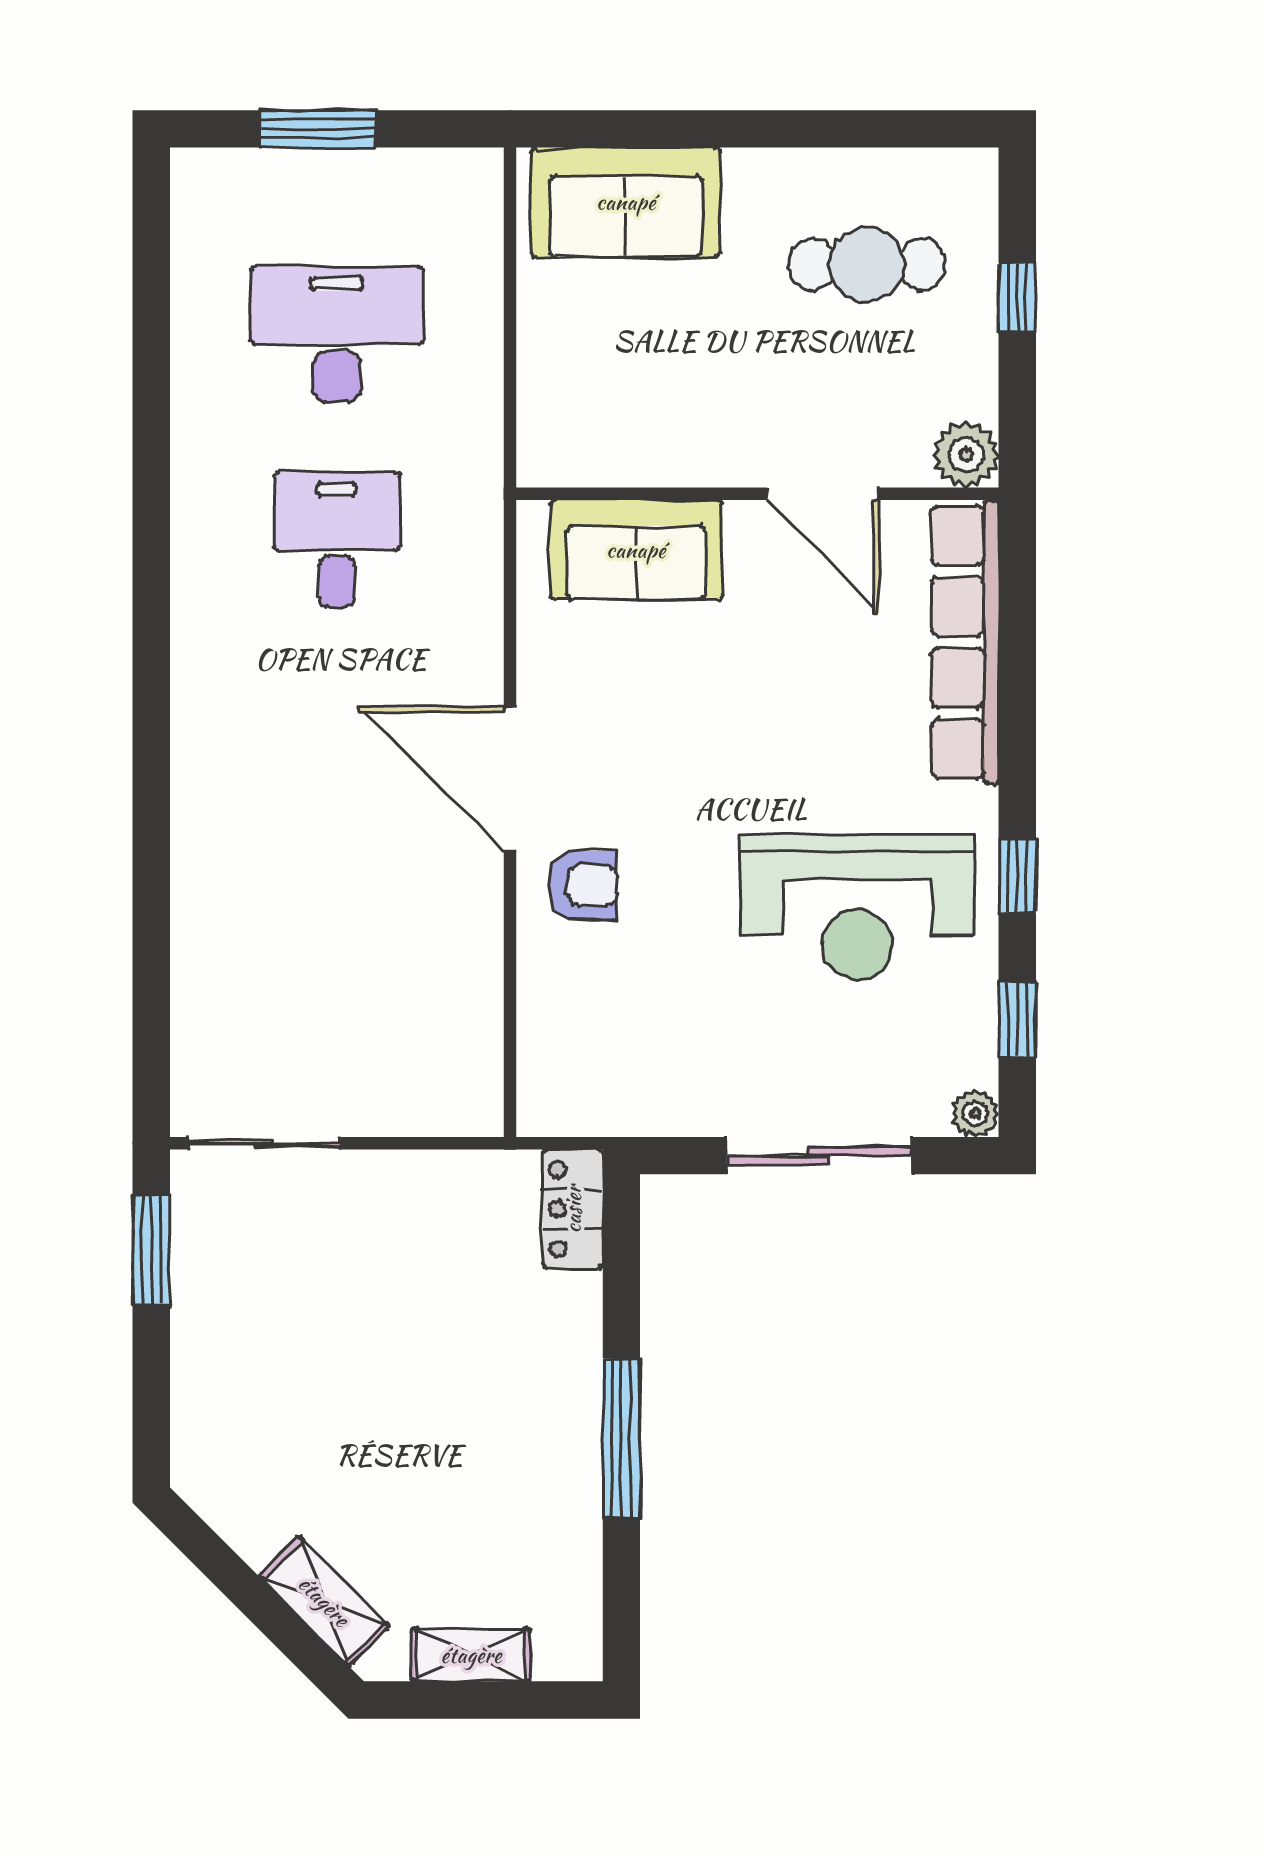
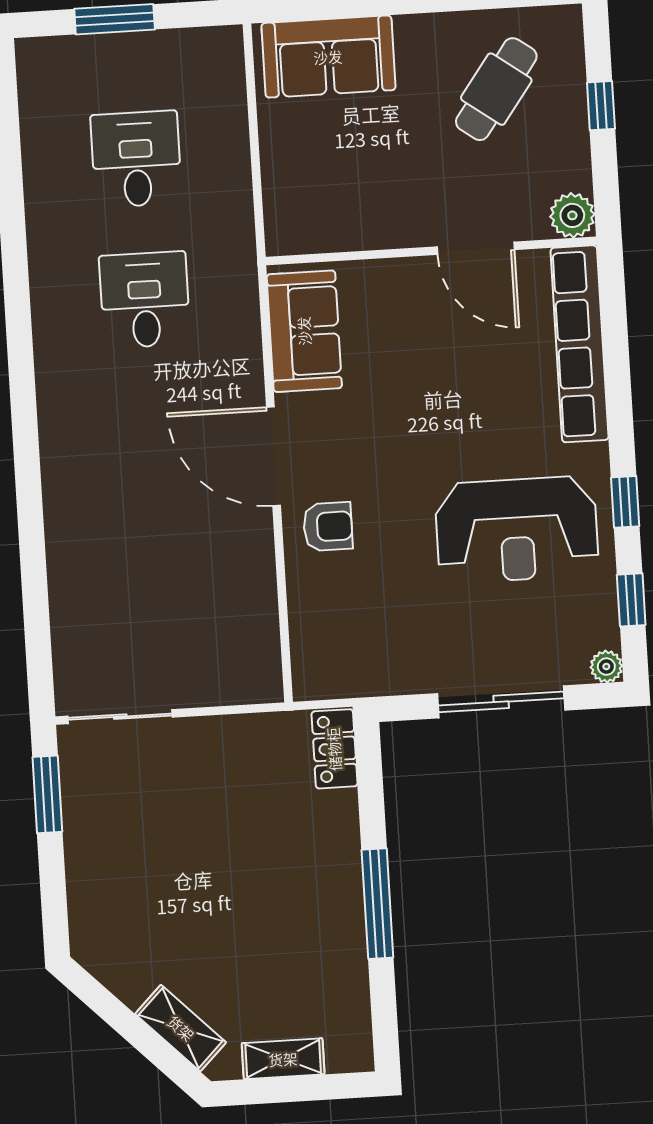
cafe table: (867, 264) -> (496, 89), turned -54
desk: (337, 334) -> (136, 159), width x0.73
sofa: (636, 550) -> (304, 331), moved, turned -90

